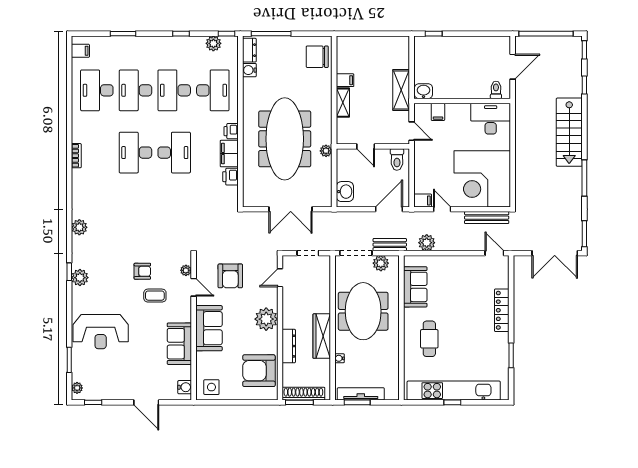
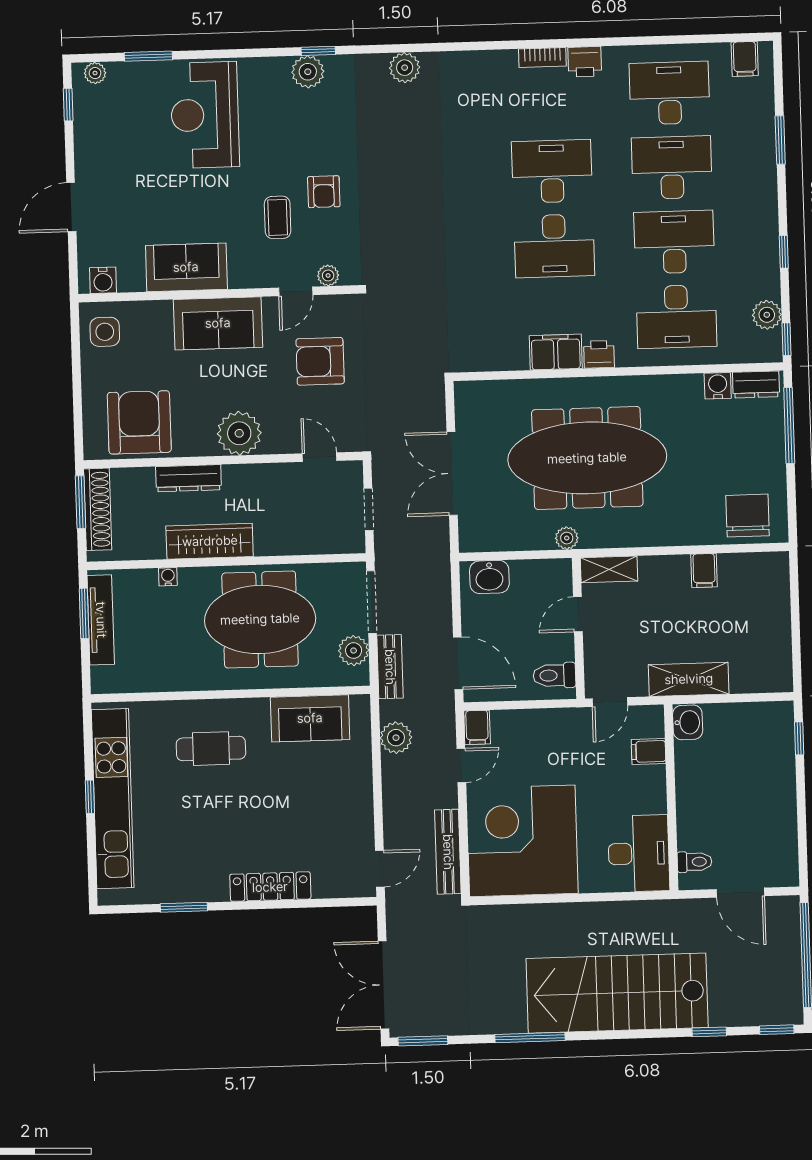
shelving: (343, 103) -> (609, 569), moved
stairs: (569, 132) -> (617, 993), width x1.36, depth x1.51
printer: (231, 177) -> (585, 62), moved, turned 180

